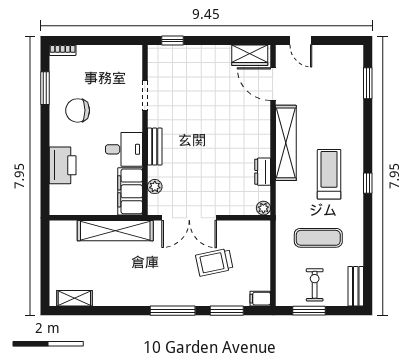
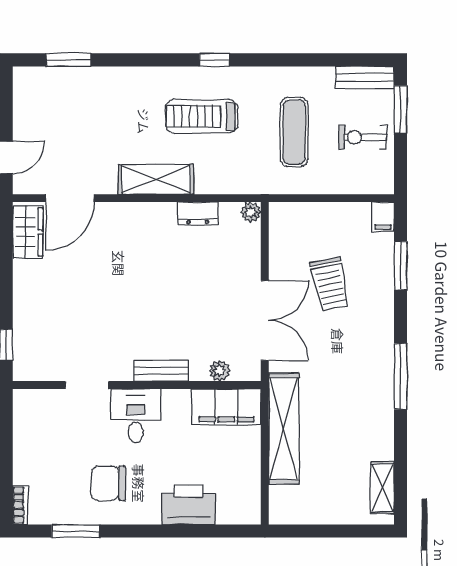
chair: (78, 110) -> (108, 483), turned 90
shelving: (286, 143) -> (156, 179), width x0.68
desk: (124, 149) -> (136, 416), moved
window: (173, 311) -> (401, 376), moved
window: (309, 311) -> (401, 109), moved

